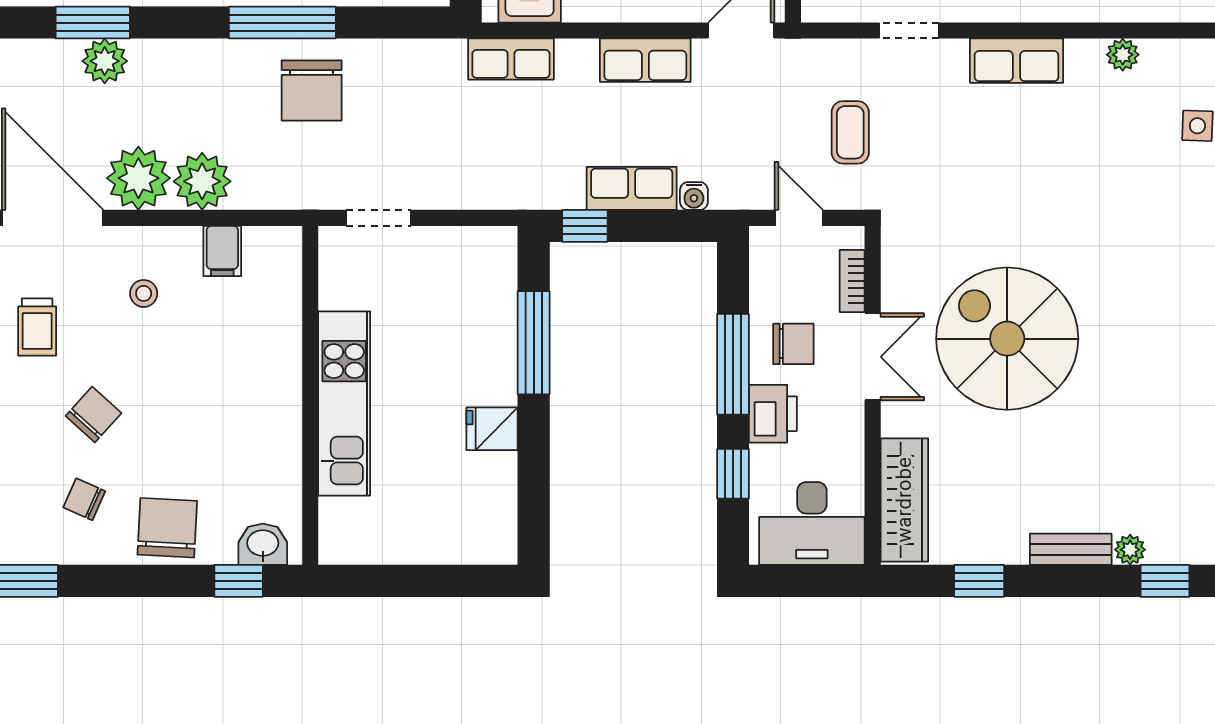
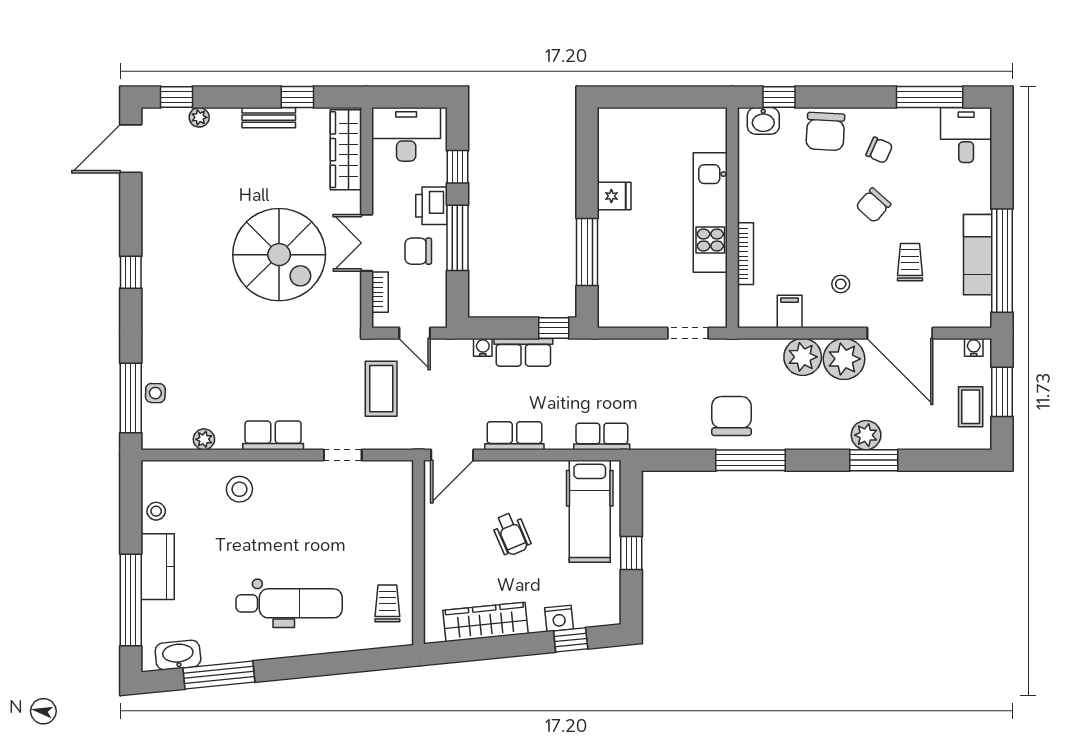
coffee table: (850, 132) -> (381, 389), width x1.36, depth x1.30
bookcase: (290, 340) -> (745, 254), added
bench: (1071, 549) -> (269, 118), moved

